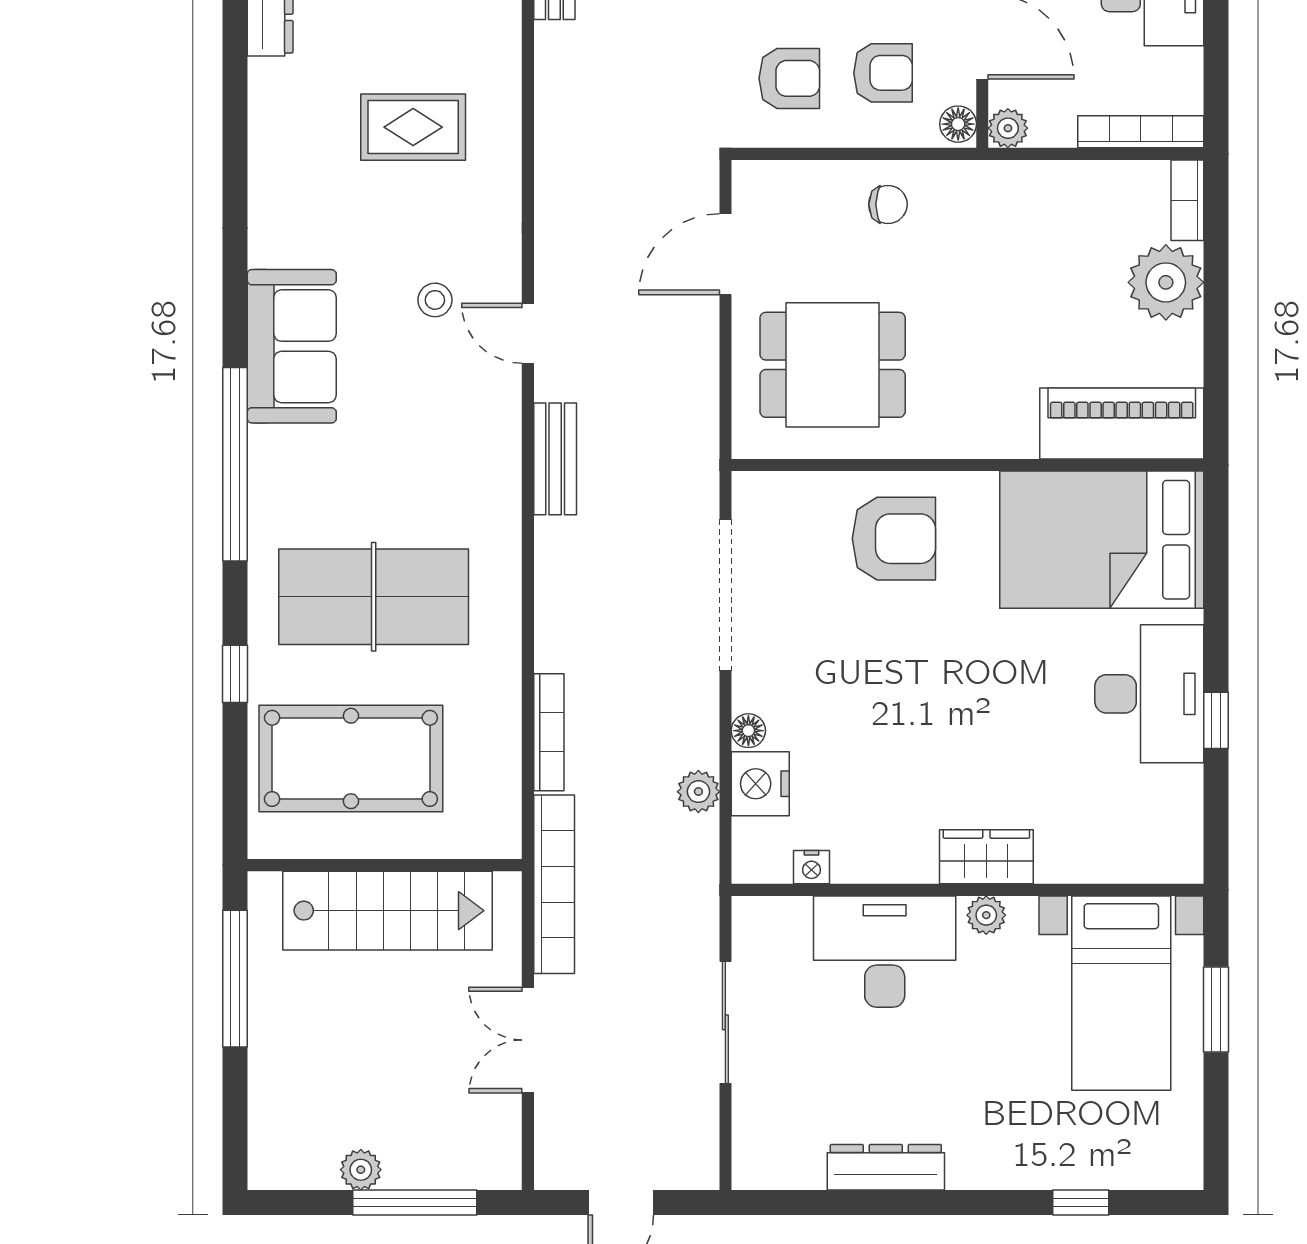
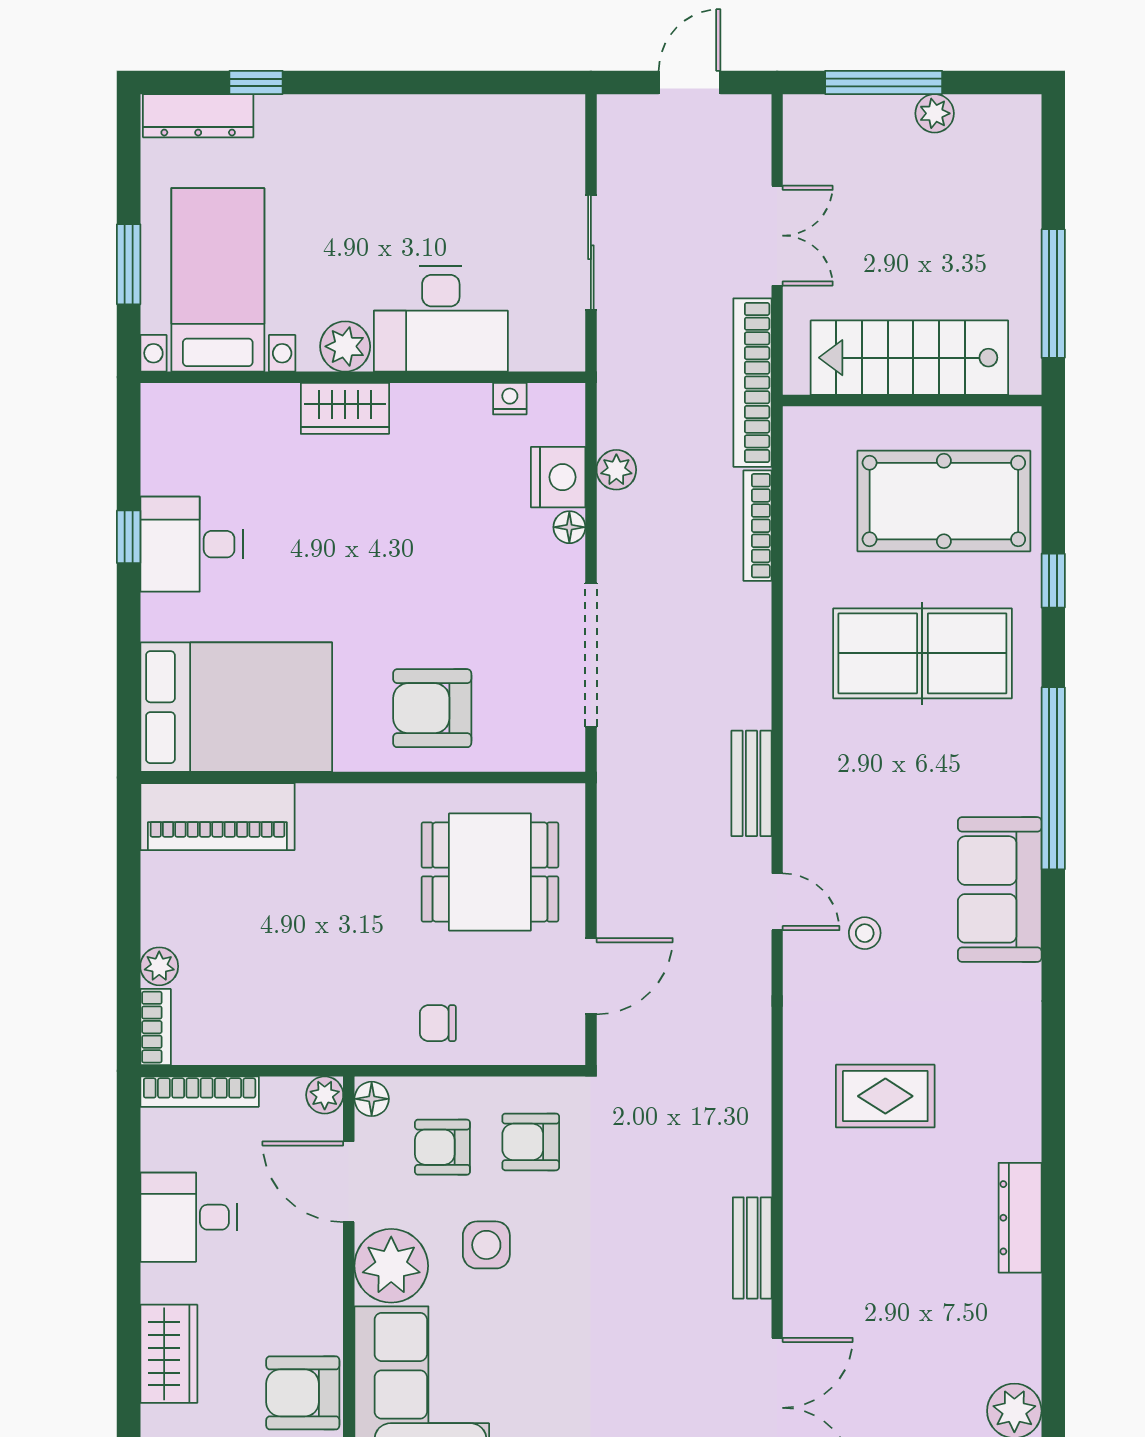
plant: (1166, 282) -> (159, 966), width x0.53, depth x0.53
desk: (1149, 694) -> (191, 544), width x0.73
plant: (986, 915) -> (345, 346), width x1.38, depth x1.38
dresser: (886, 1167) -> (198, 116), moved

